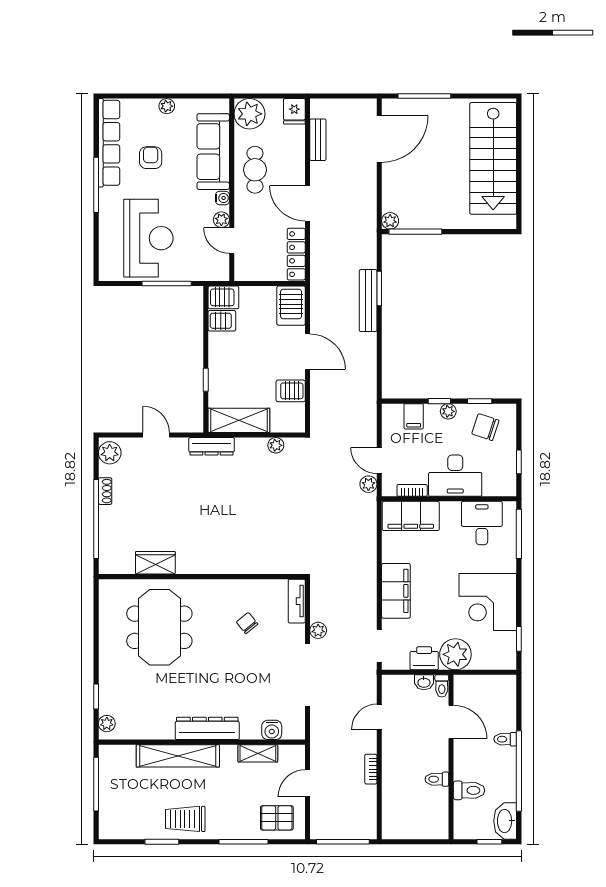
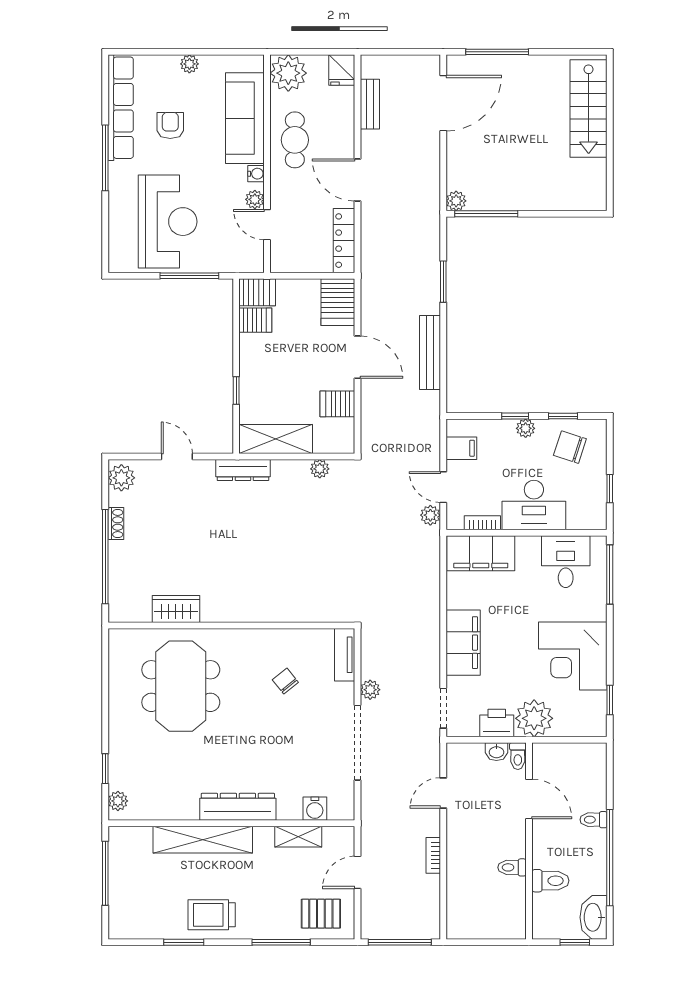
stairs: (493, 158) -> (589, 108), width x0.73, depth x0.66
bench: (368, 301) -> (430, 352), moved
filing cabinet: (414, 416) -> (461, 448), moved, turned -90

